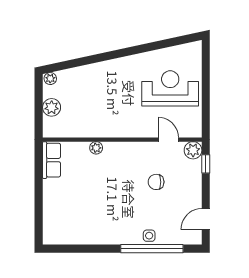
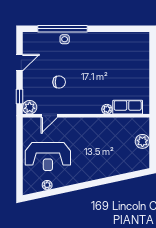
plant: (50, 79) -> (47, 185), moved
door: (168, 140) -> (49, 116), hinge flipped
row of seats: (52, 160) -> (128, 107), moved, turned 90
door: (206, 219) -> (20, 63), moved

